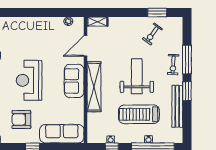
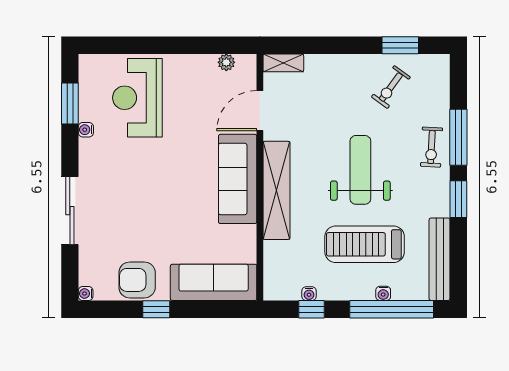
reception desk: (29, 80) -> (137, 98), moved
sofa: (74, 81) -> (238, 179), width x1.36
bench: (177, 106) -> (440, 259), moved
armchair: (21, 120) -> (137, 280), moved

